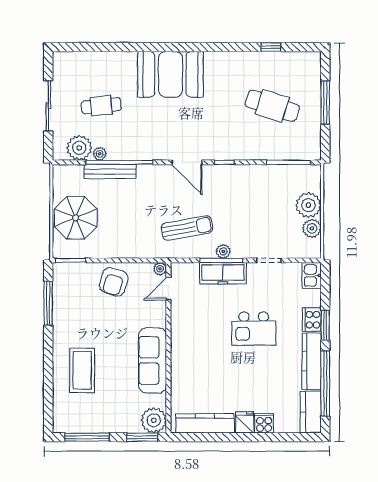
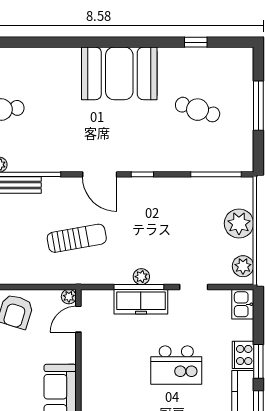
booth: (170, 74) -> (119, 73), moved
cafe table: (272, 106) -> (198, 110), width x0.73, depth x0.74
sun lounger: (187, 228) -> (77, 238), moved
plant: (312, 228) -> (243, 266), moved

